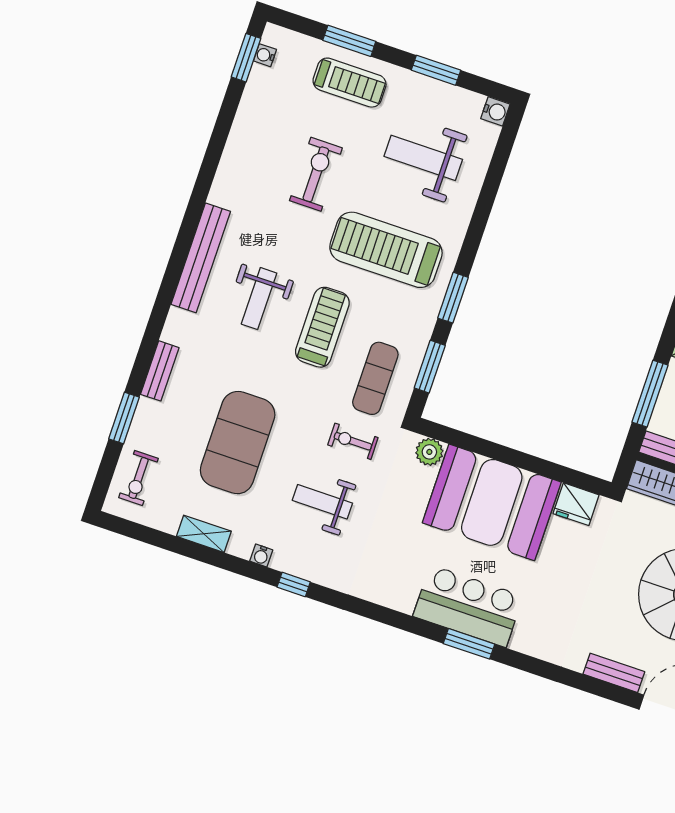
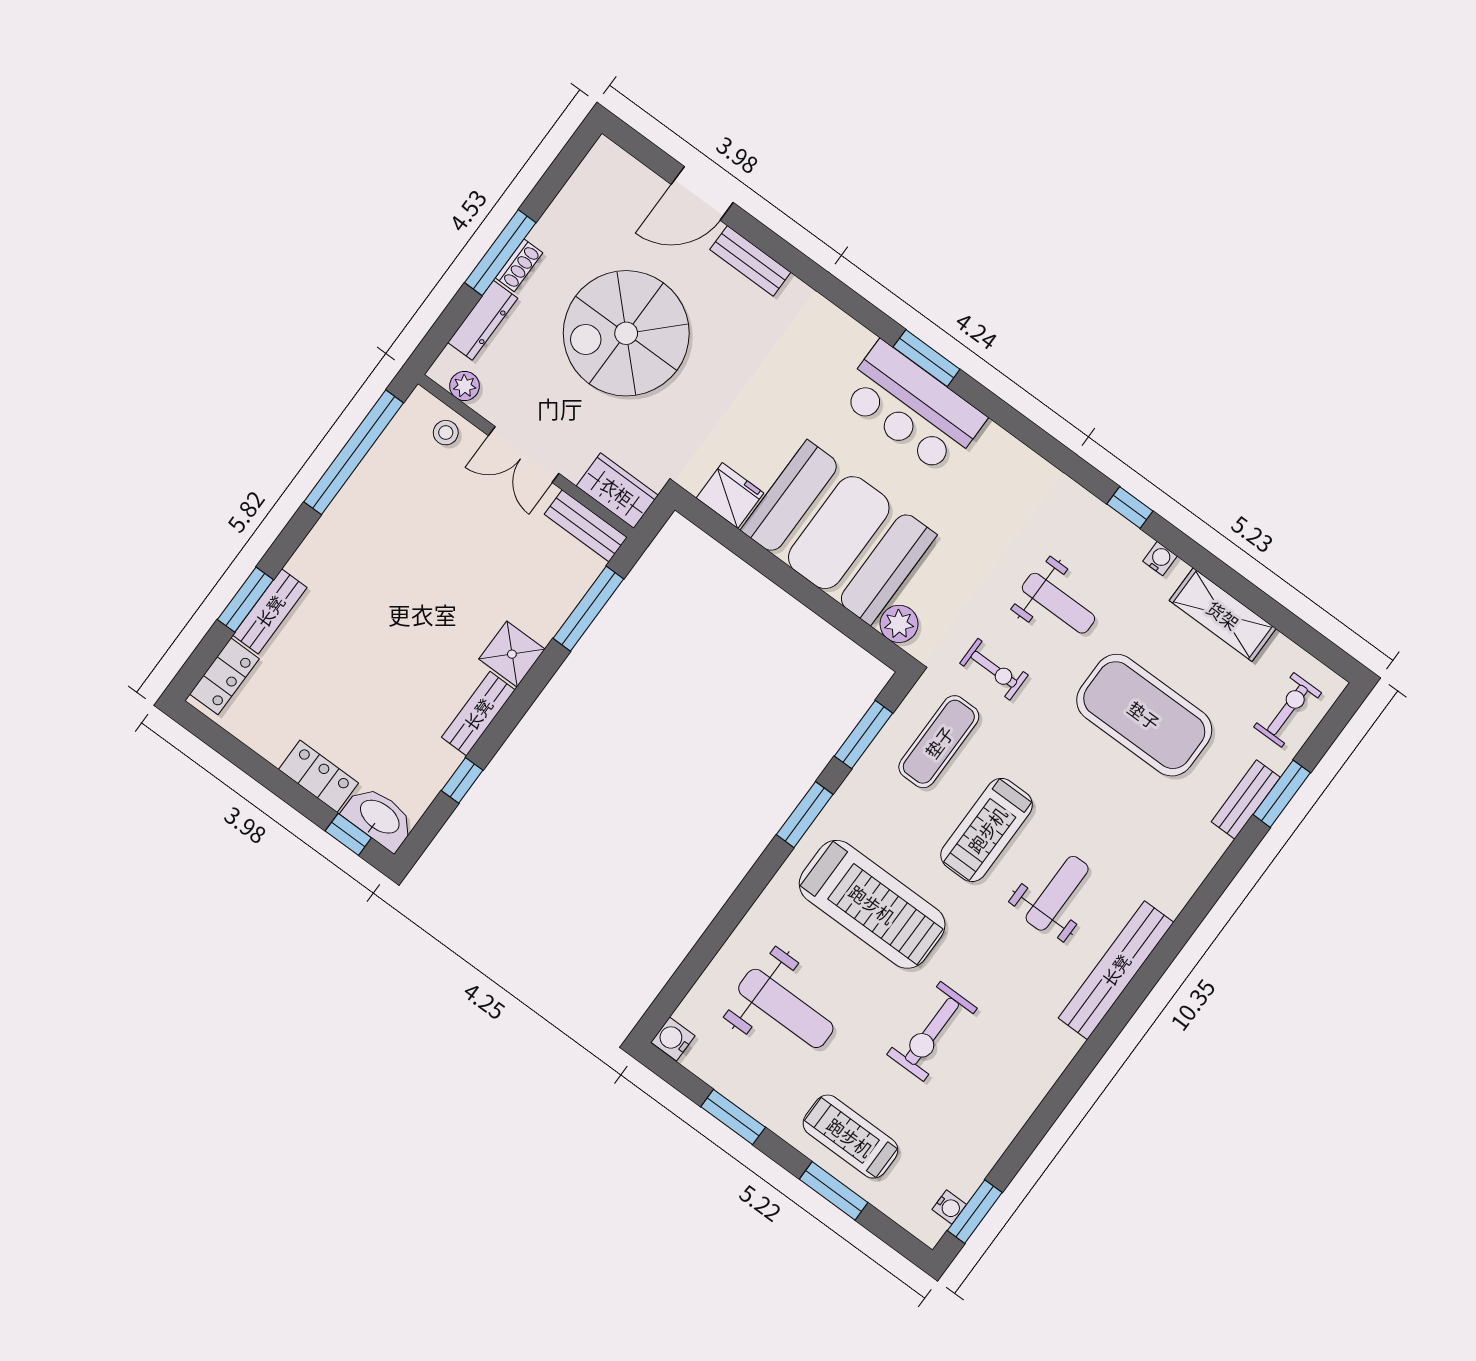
bench: (160, 371) -> (1246, 799), moved
exercise mat: (238, 443) -> (1144, 715), turned 90
shelving: (204, 534) -> (1223, 615), width x1.50, depth x1.33

